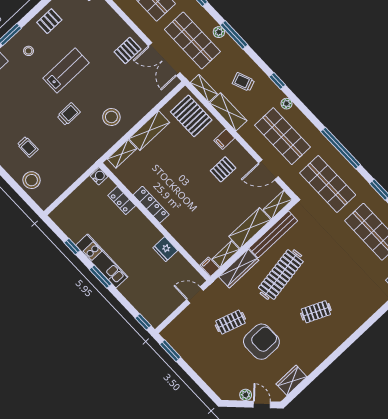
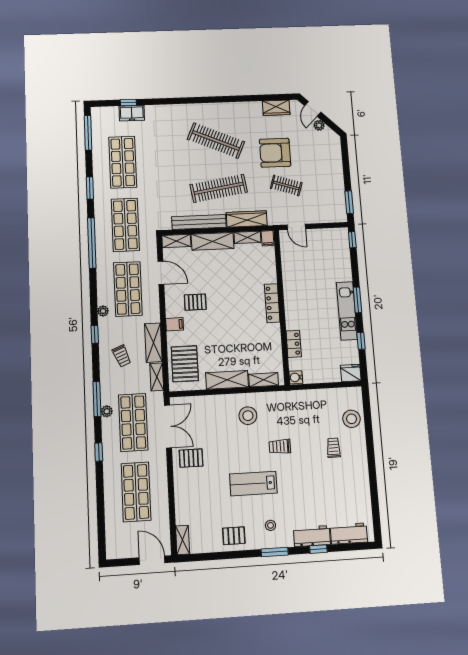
locker: (151, 205) -> (272, 303), moved
fridge: (165, 249) -> (351, 373), moved, turned -90
clothes rail: (316, 312) -> (216, 141), width x1.86, depth x1.31

